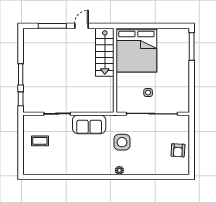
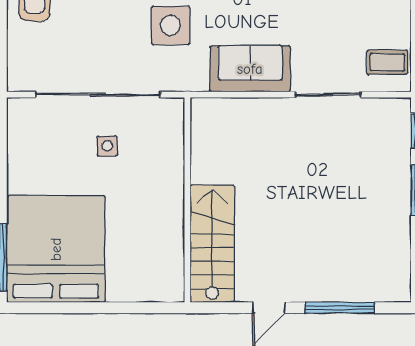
bed: (136, 50) -> (56, 249), moved
coffee table: (40, 141) -> (387, 62), moved

